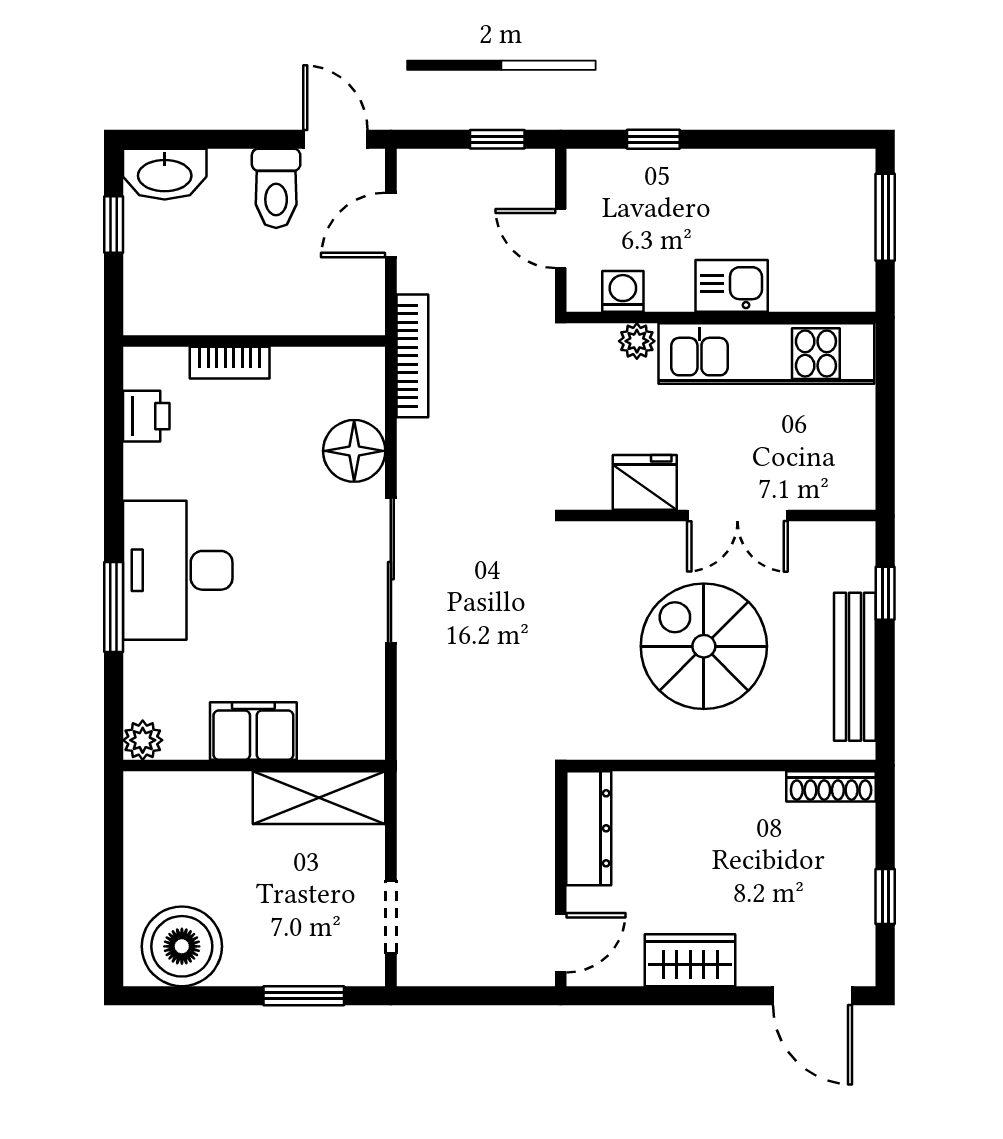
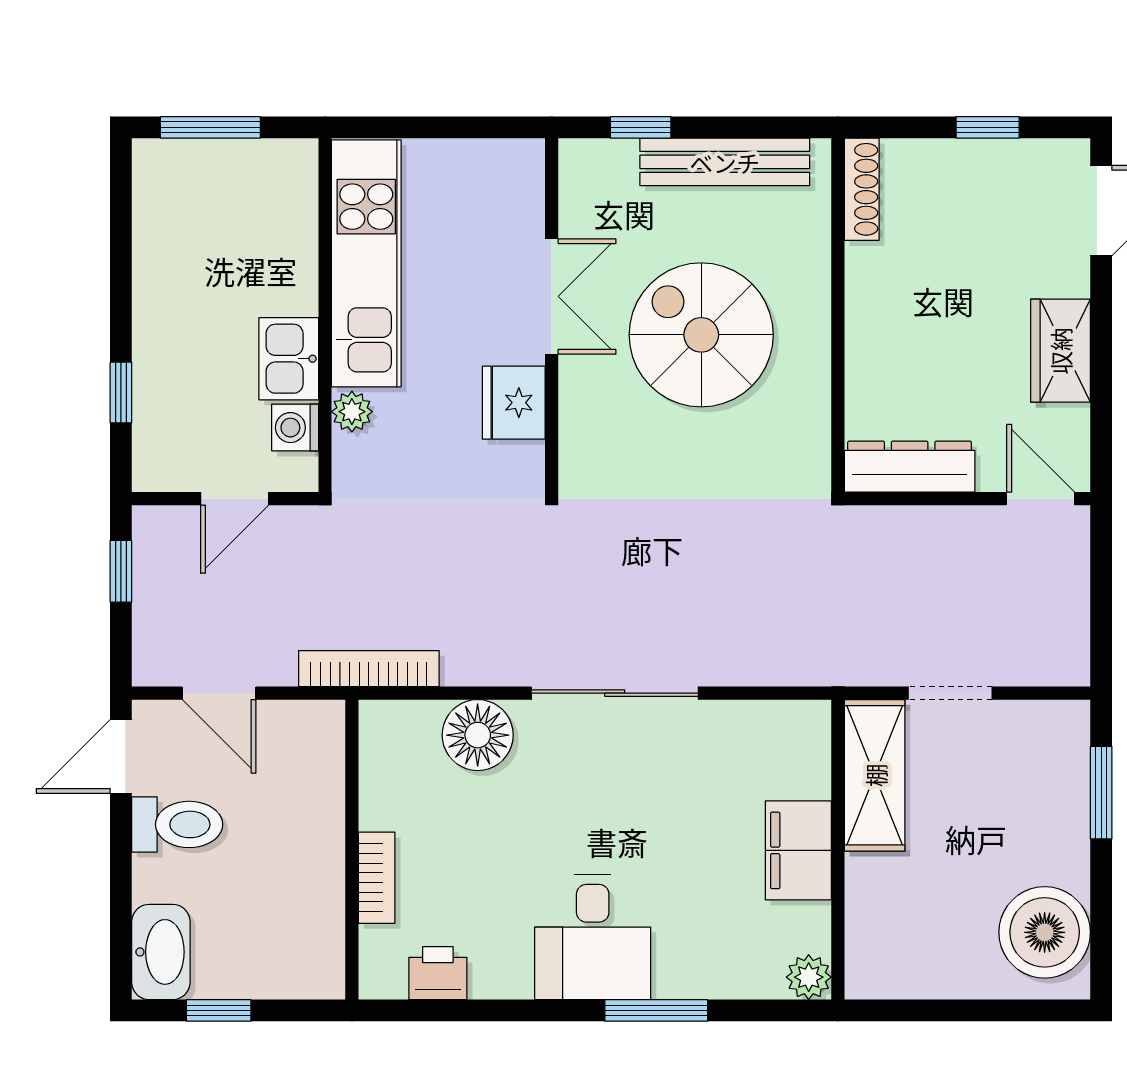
kitchen sink: (732, 286) -> (289, 359), moved
desk: (178, 570) -> (593, 937), width x0.73
spiral stairs: (704, 646) -> (701, 335), turned 90
doorway: (391, 917) -> (950, 693), moved

